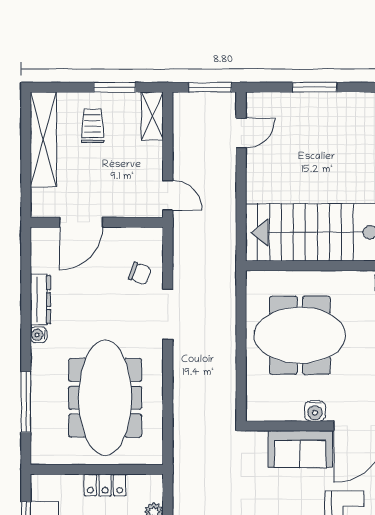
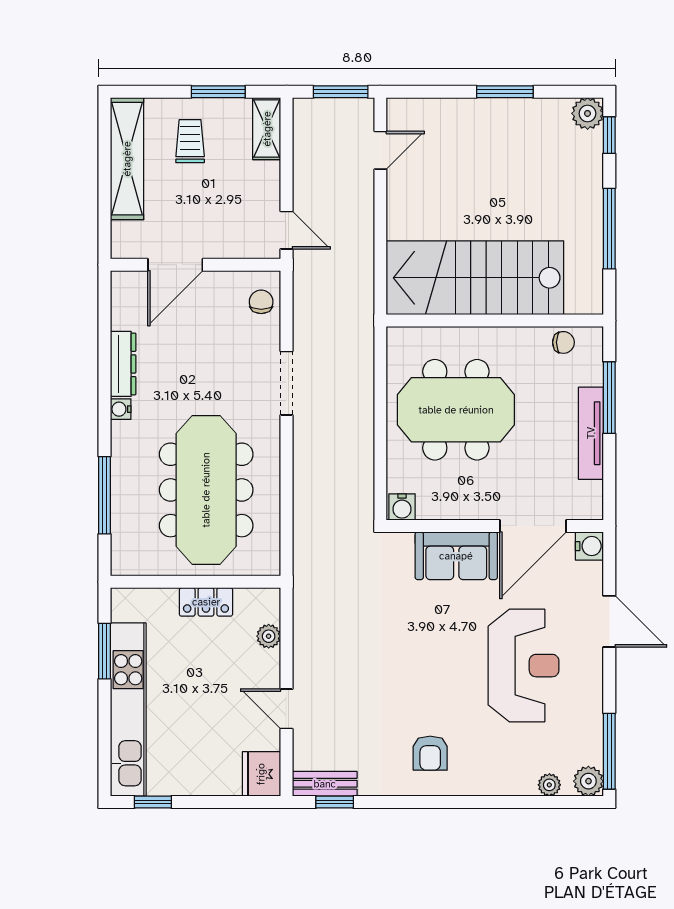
window: (315, 87) -> (505, 92), moved
chair: (140, 273) -> (261, 302), moved, turned -110
water cooler: (315, 411) -> (402, 507), moved

